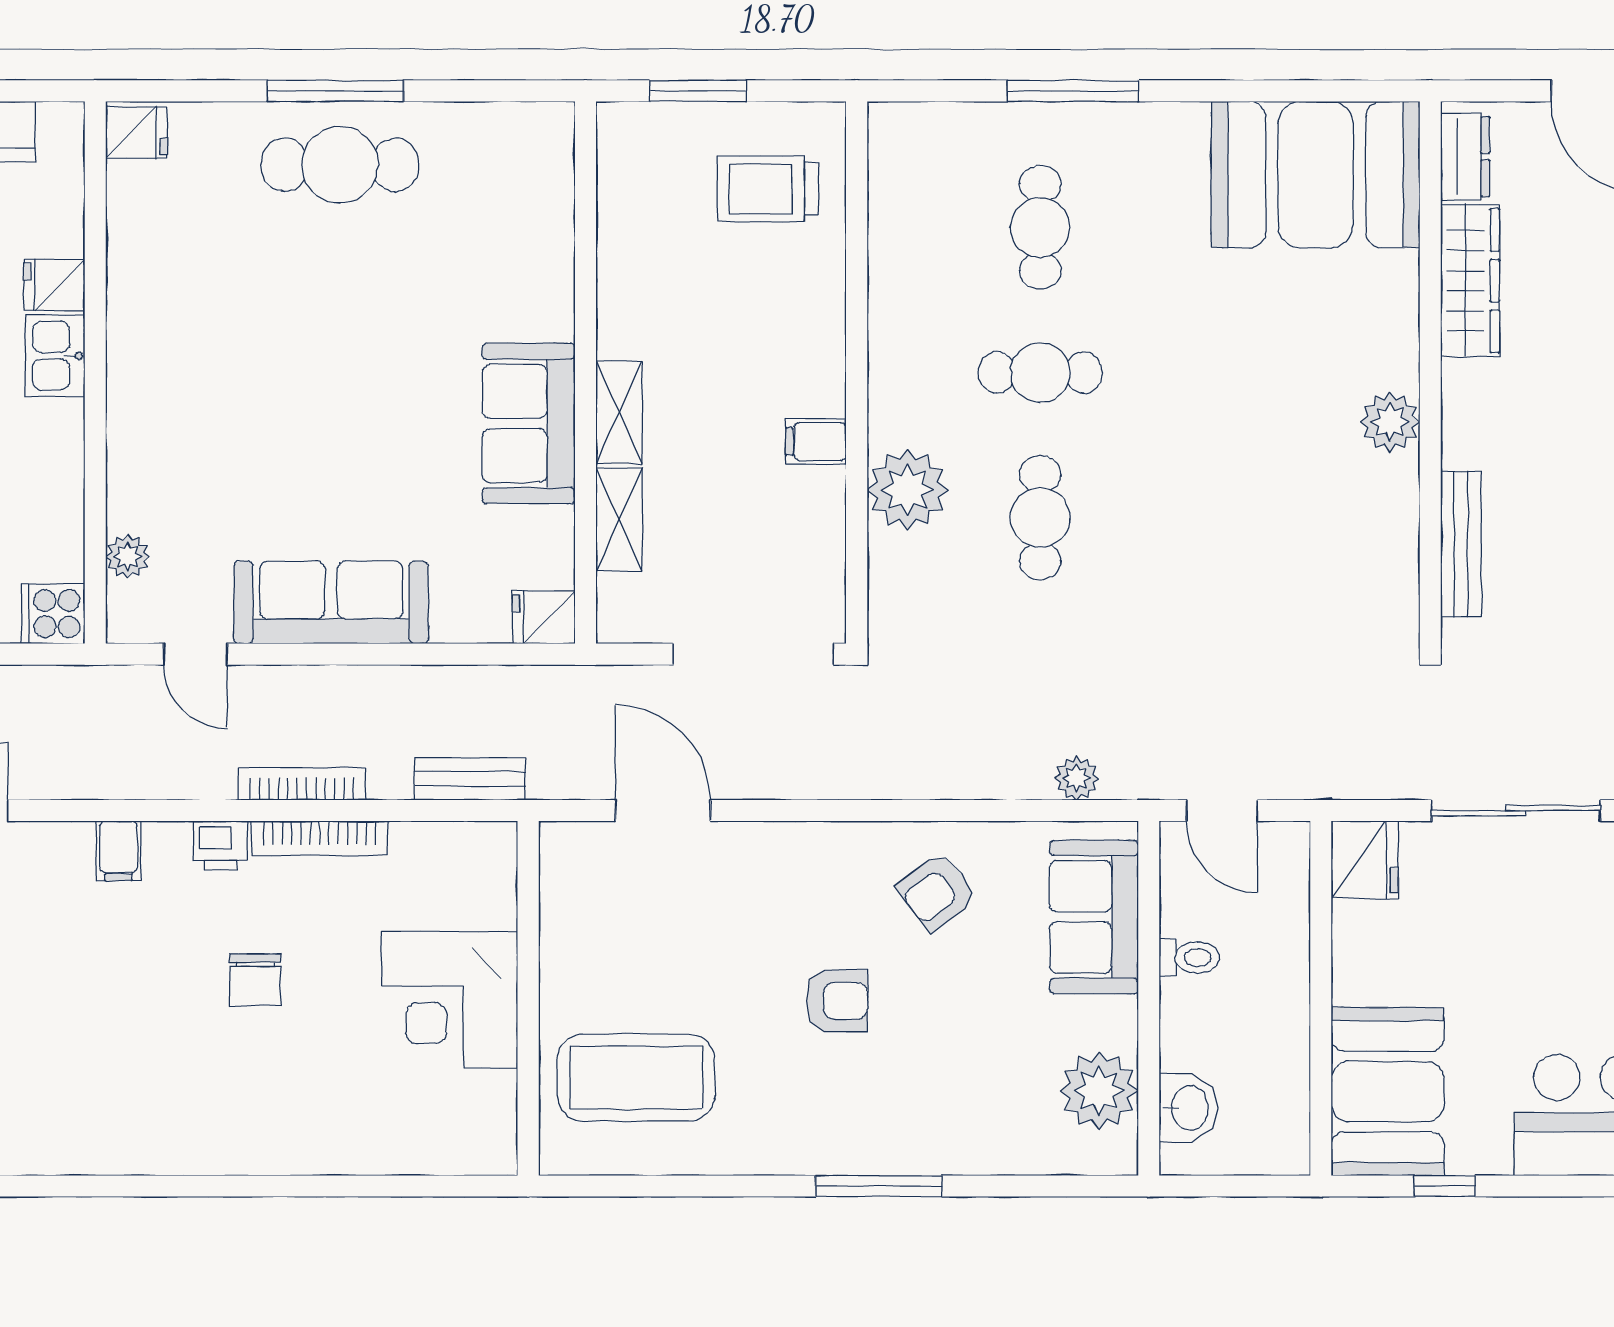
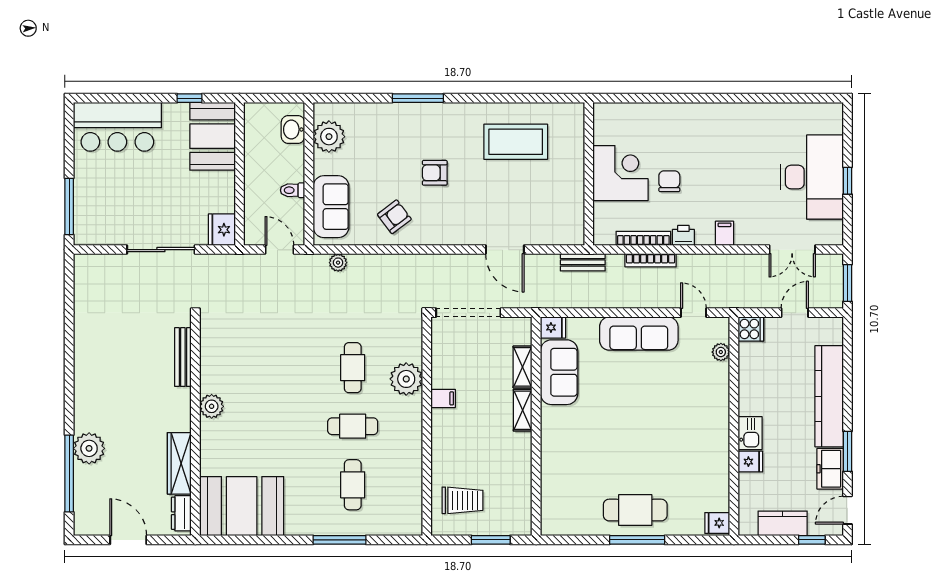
sofa: (529, 423) -> (559, 372), moved
wall: (528, 998) -> (589, 174), moved
corner desk: (449, 1000) -> (620, 173), moved

